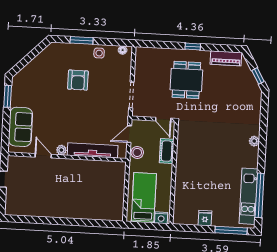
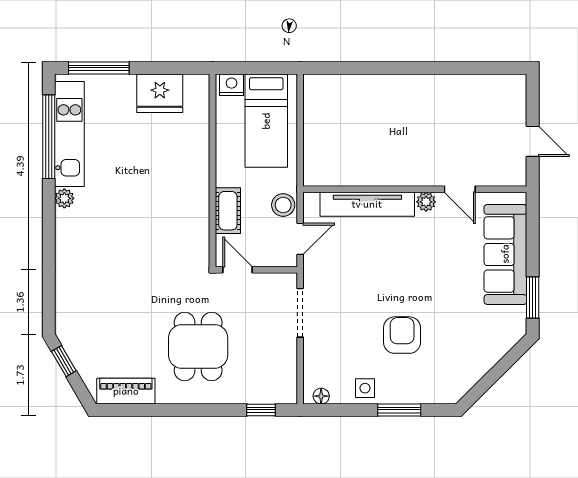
window: (193, 46) -> (261, 410), moved
sofa: (20, 127) -> (505, 254), width x1.36
plant: (254, 141) -> (64, 198), moved
fridge: (205, 218) -> (160, 93), width x1.88, depth x1.34

